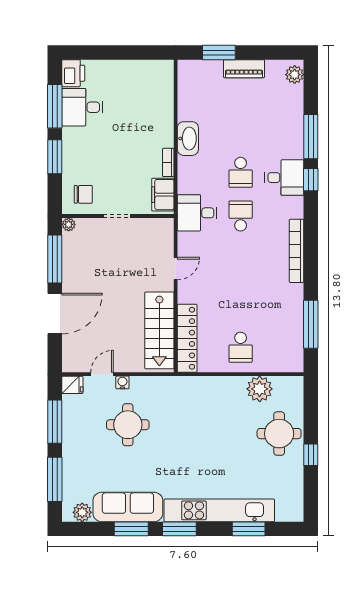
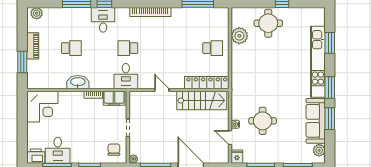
corner desk: (150, 84) -> (42, 107), added
school desk: (241, 172) -> (71, 48), moved

